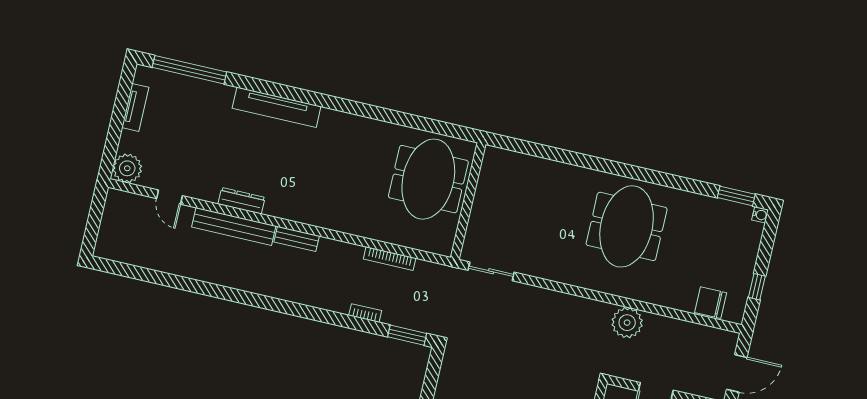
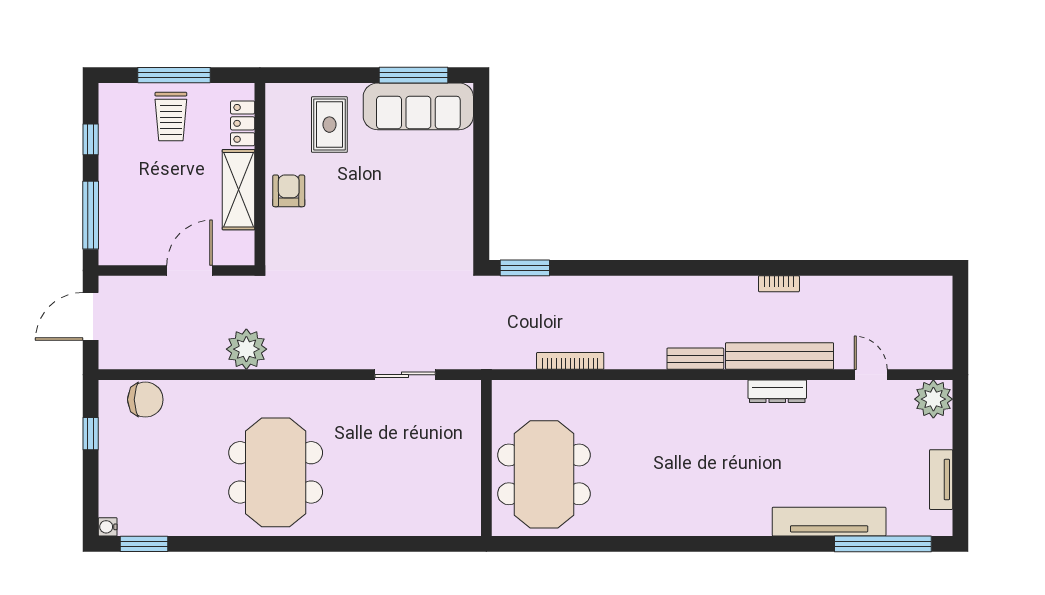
tv unit: (277, 107) -> (829, 522), moved
sliding door: (491, 271) -> (405, 375), moved
bookcase: (365, 313) -> (779, 284), moved

